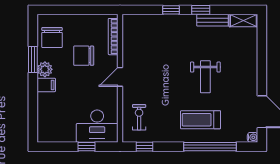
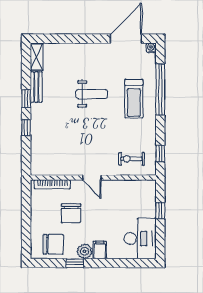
window: (33, 60) -> (75, 263), width x0.67
desk: (97, 126) -> (140, 239), moved

